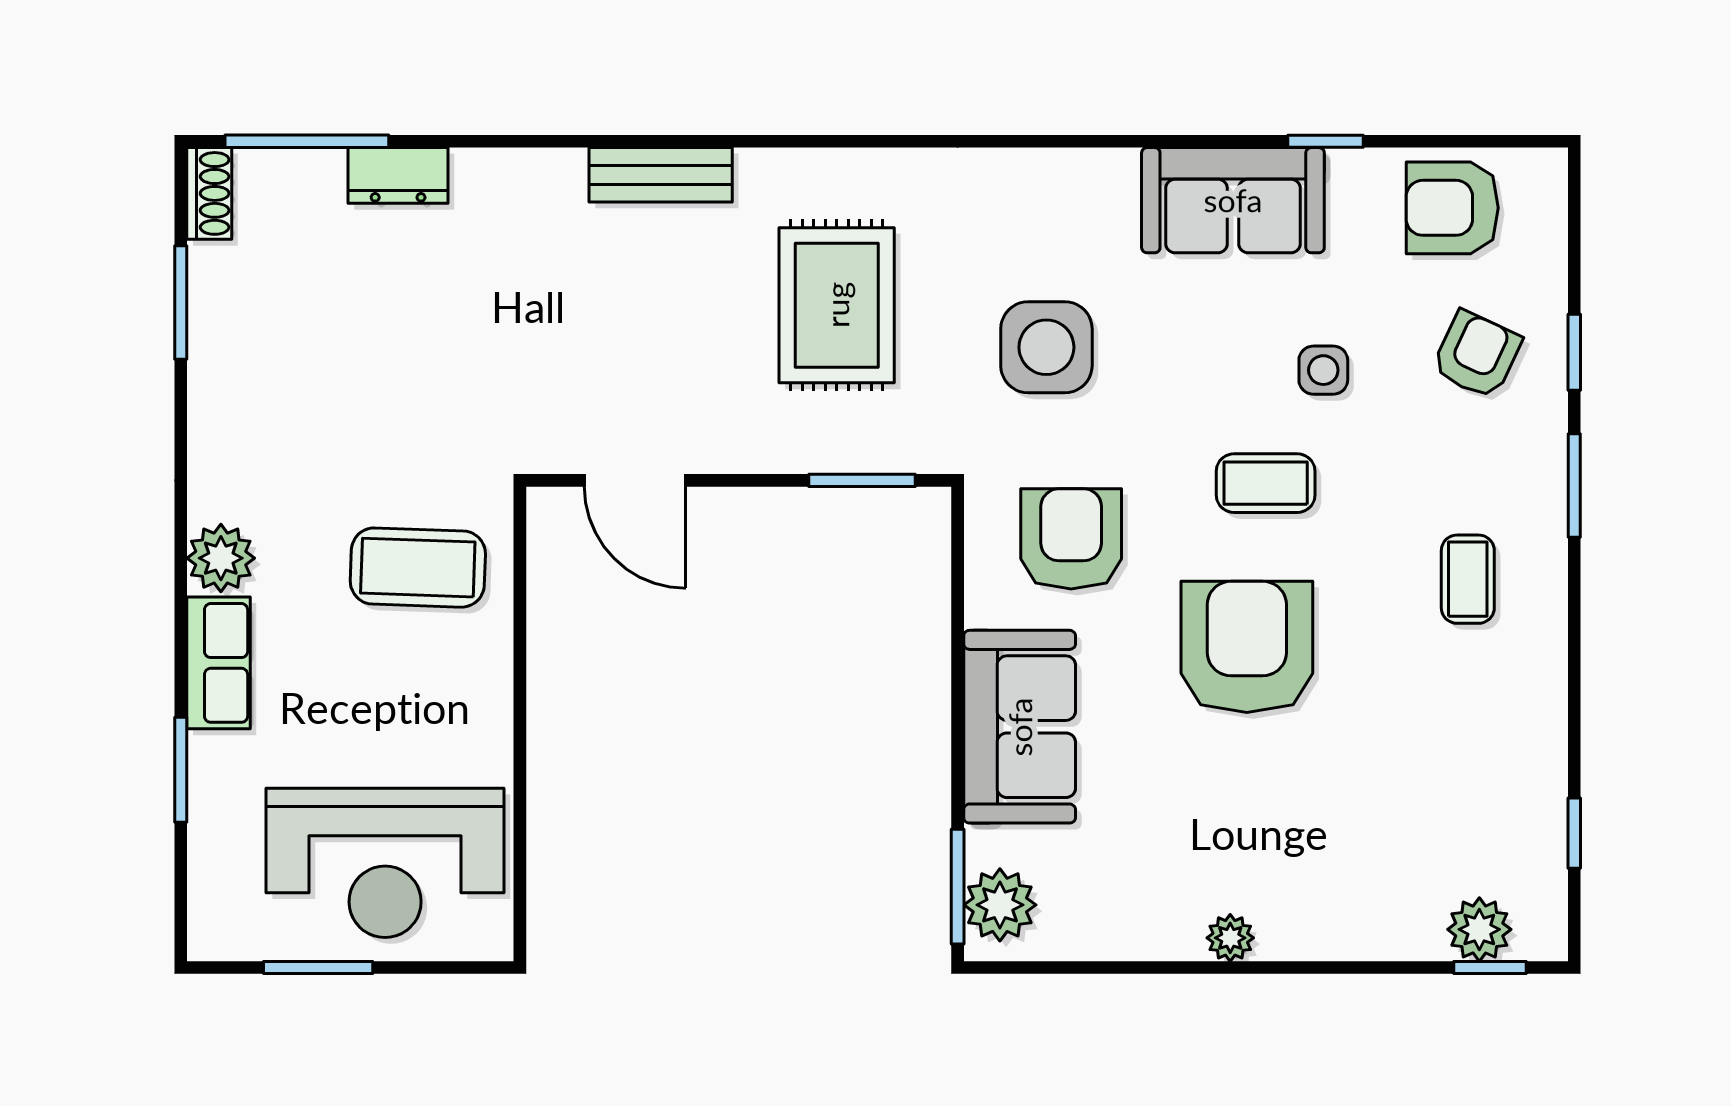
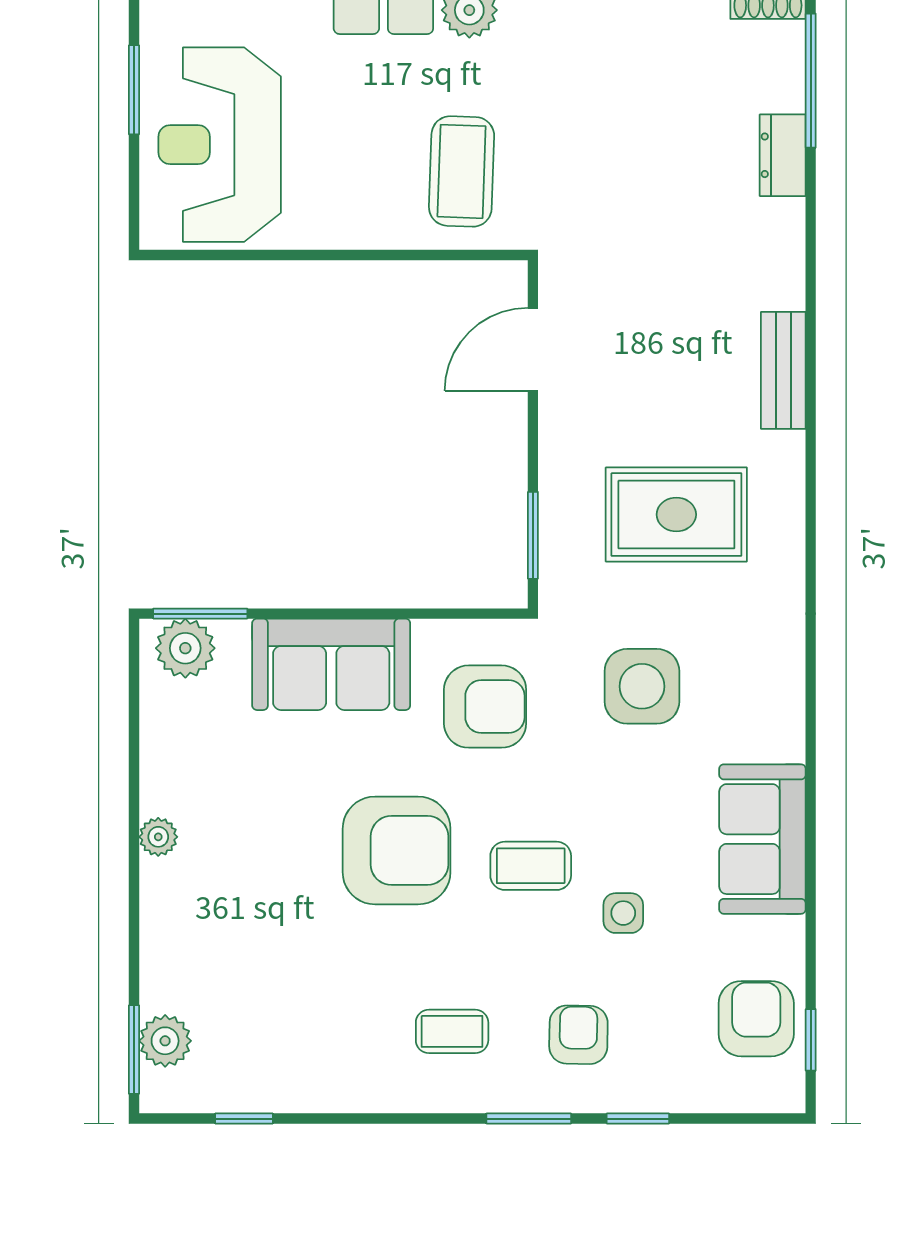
window: (1325, 141) -> (811, 1040), moved
armchair: (1477, 355) -> (578, 1035), moved, turned -114
coffee table: (1266, 483) -> (531, 866), turned 90
window: (1490, 967) -> (134, 1050), width x1.50

